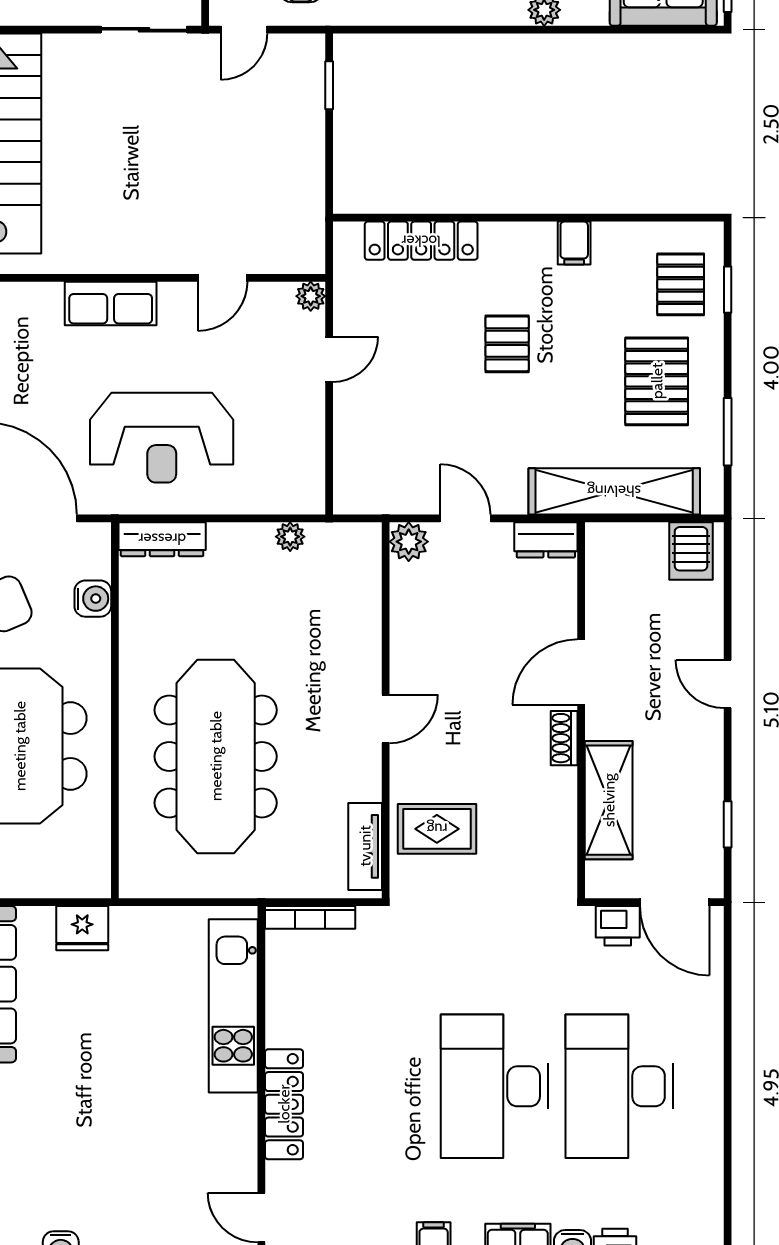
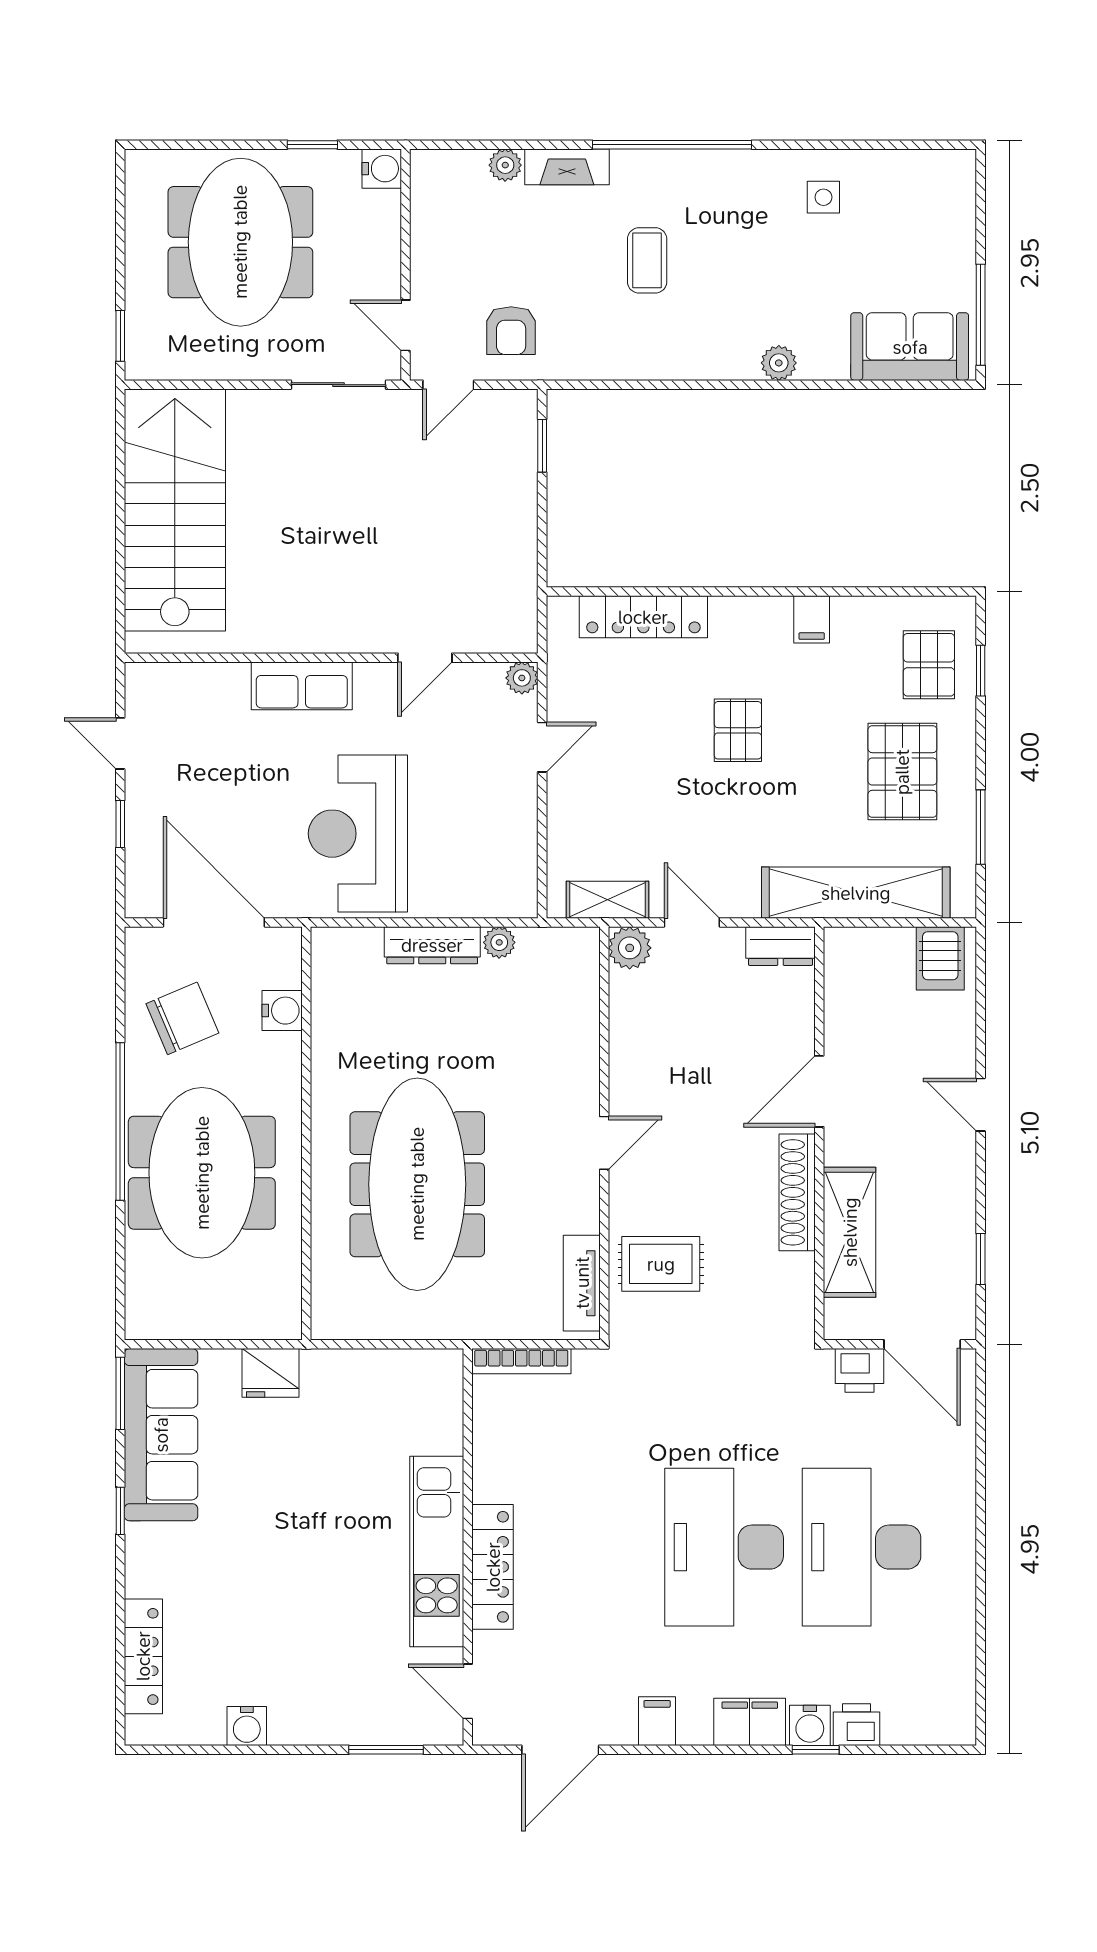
reception desk: (162, 438) -> (358, 834), turned 90
shelving: (389, 498) -> (608, 900), added
dresser: (162, 539) -> (432, 945), moved
shoe rack: (564, 738) -> (797, 1192), width x1.94, depth x1.24
kitchen unit: (233, 1006) -> (437, 1551), moved

